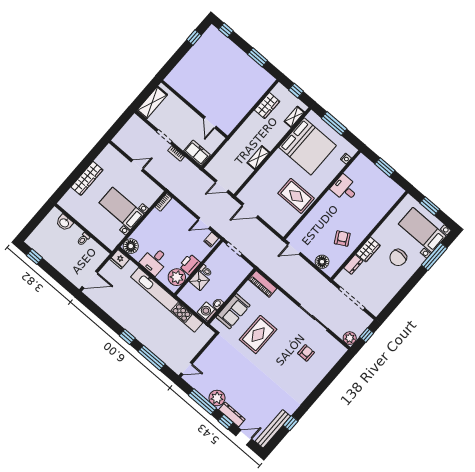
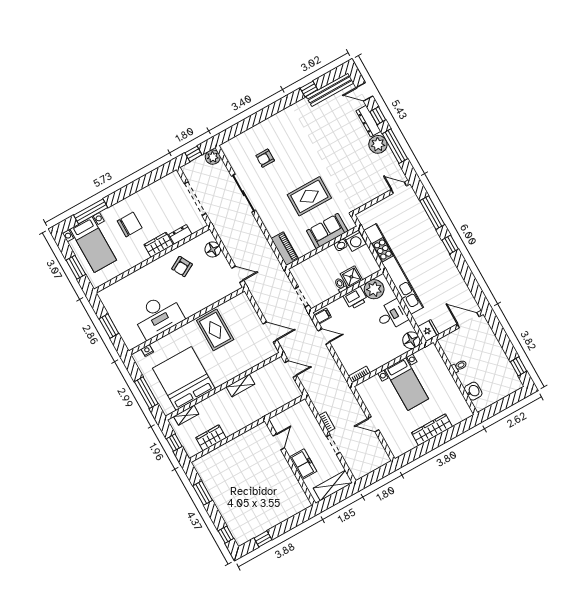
freezer: (197, 153) -> (303, 464), moved, turned 180
desk: (345, 188) -> (158, 316), width x1.87, depth x1.30

